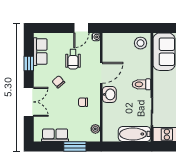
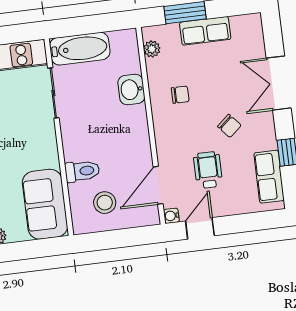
stool: (141, 43) -> (105, 203), moved
door: (101, 73) -> (158, 185), moved
toilet: (142, 84) -> (82, 171), moved
washbasin: (109, 94) -> (131, 89), moved
row of seats: (55, 135) -> (205, 31), moved

